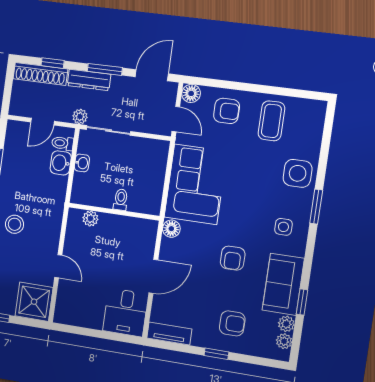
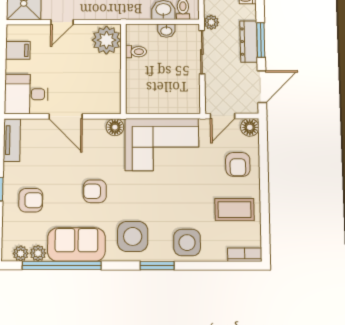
door: (152, 75) -> (262, 86), hinge flipped
dresser: (89, 80) -> (249, 42), moved
bookcase: (318, 117) -> (245, 255), added
toilet: (121, 200) -> (136, 52), moved
plant: (90, 218) -> (107, 40), width x1.88, depth x1.88
side table: (283, 227) -> (133, 236), width x1.87, depth x1.87
window: (302, 302) -> (62, 265), width x3.17
filing cabinet: (80, 314) -> (18, 50), added
armchair: (232, 323) -> (31, 200), turned -90

